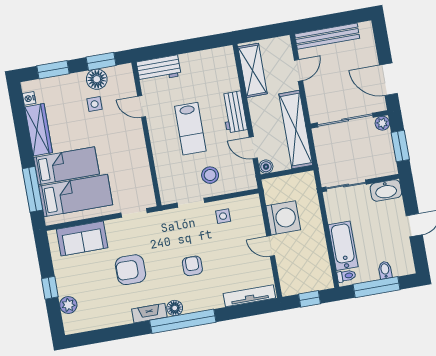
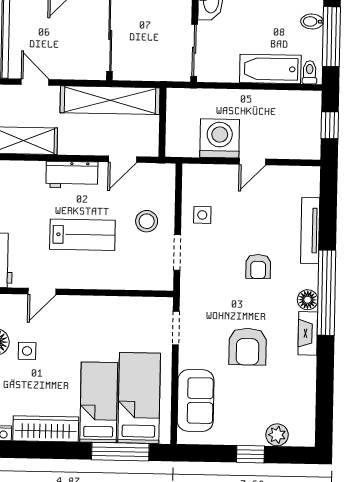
boiler: (266, 167) -> (150, 148), removed
armchair: (192, 266) -> (258, 267), turned -90
tv unit: (249, 296) -> (310, 230), moved

